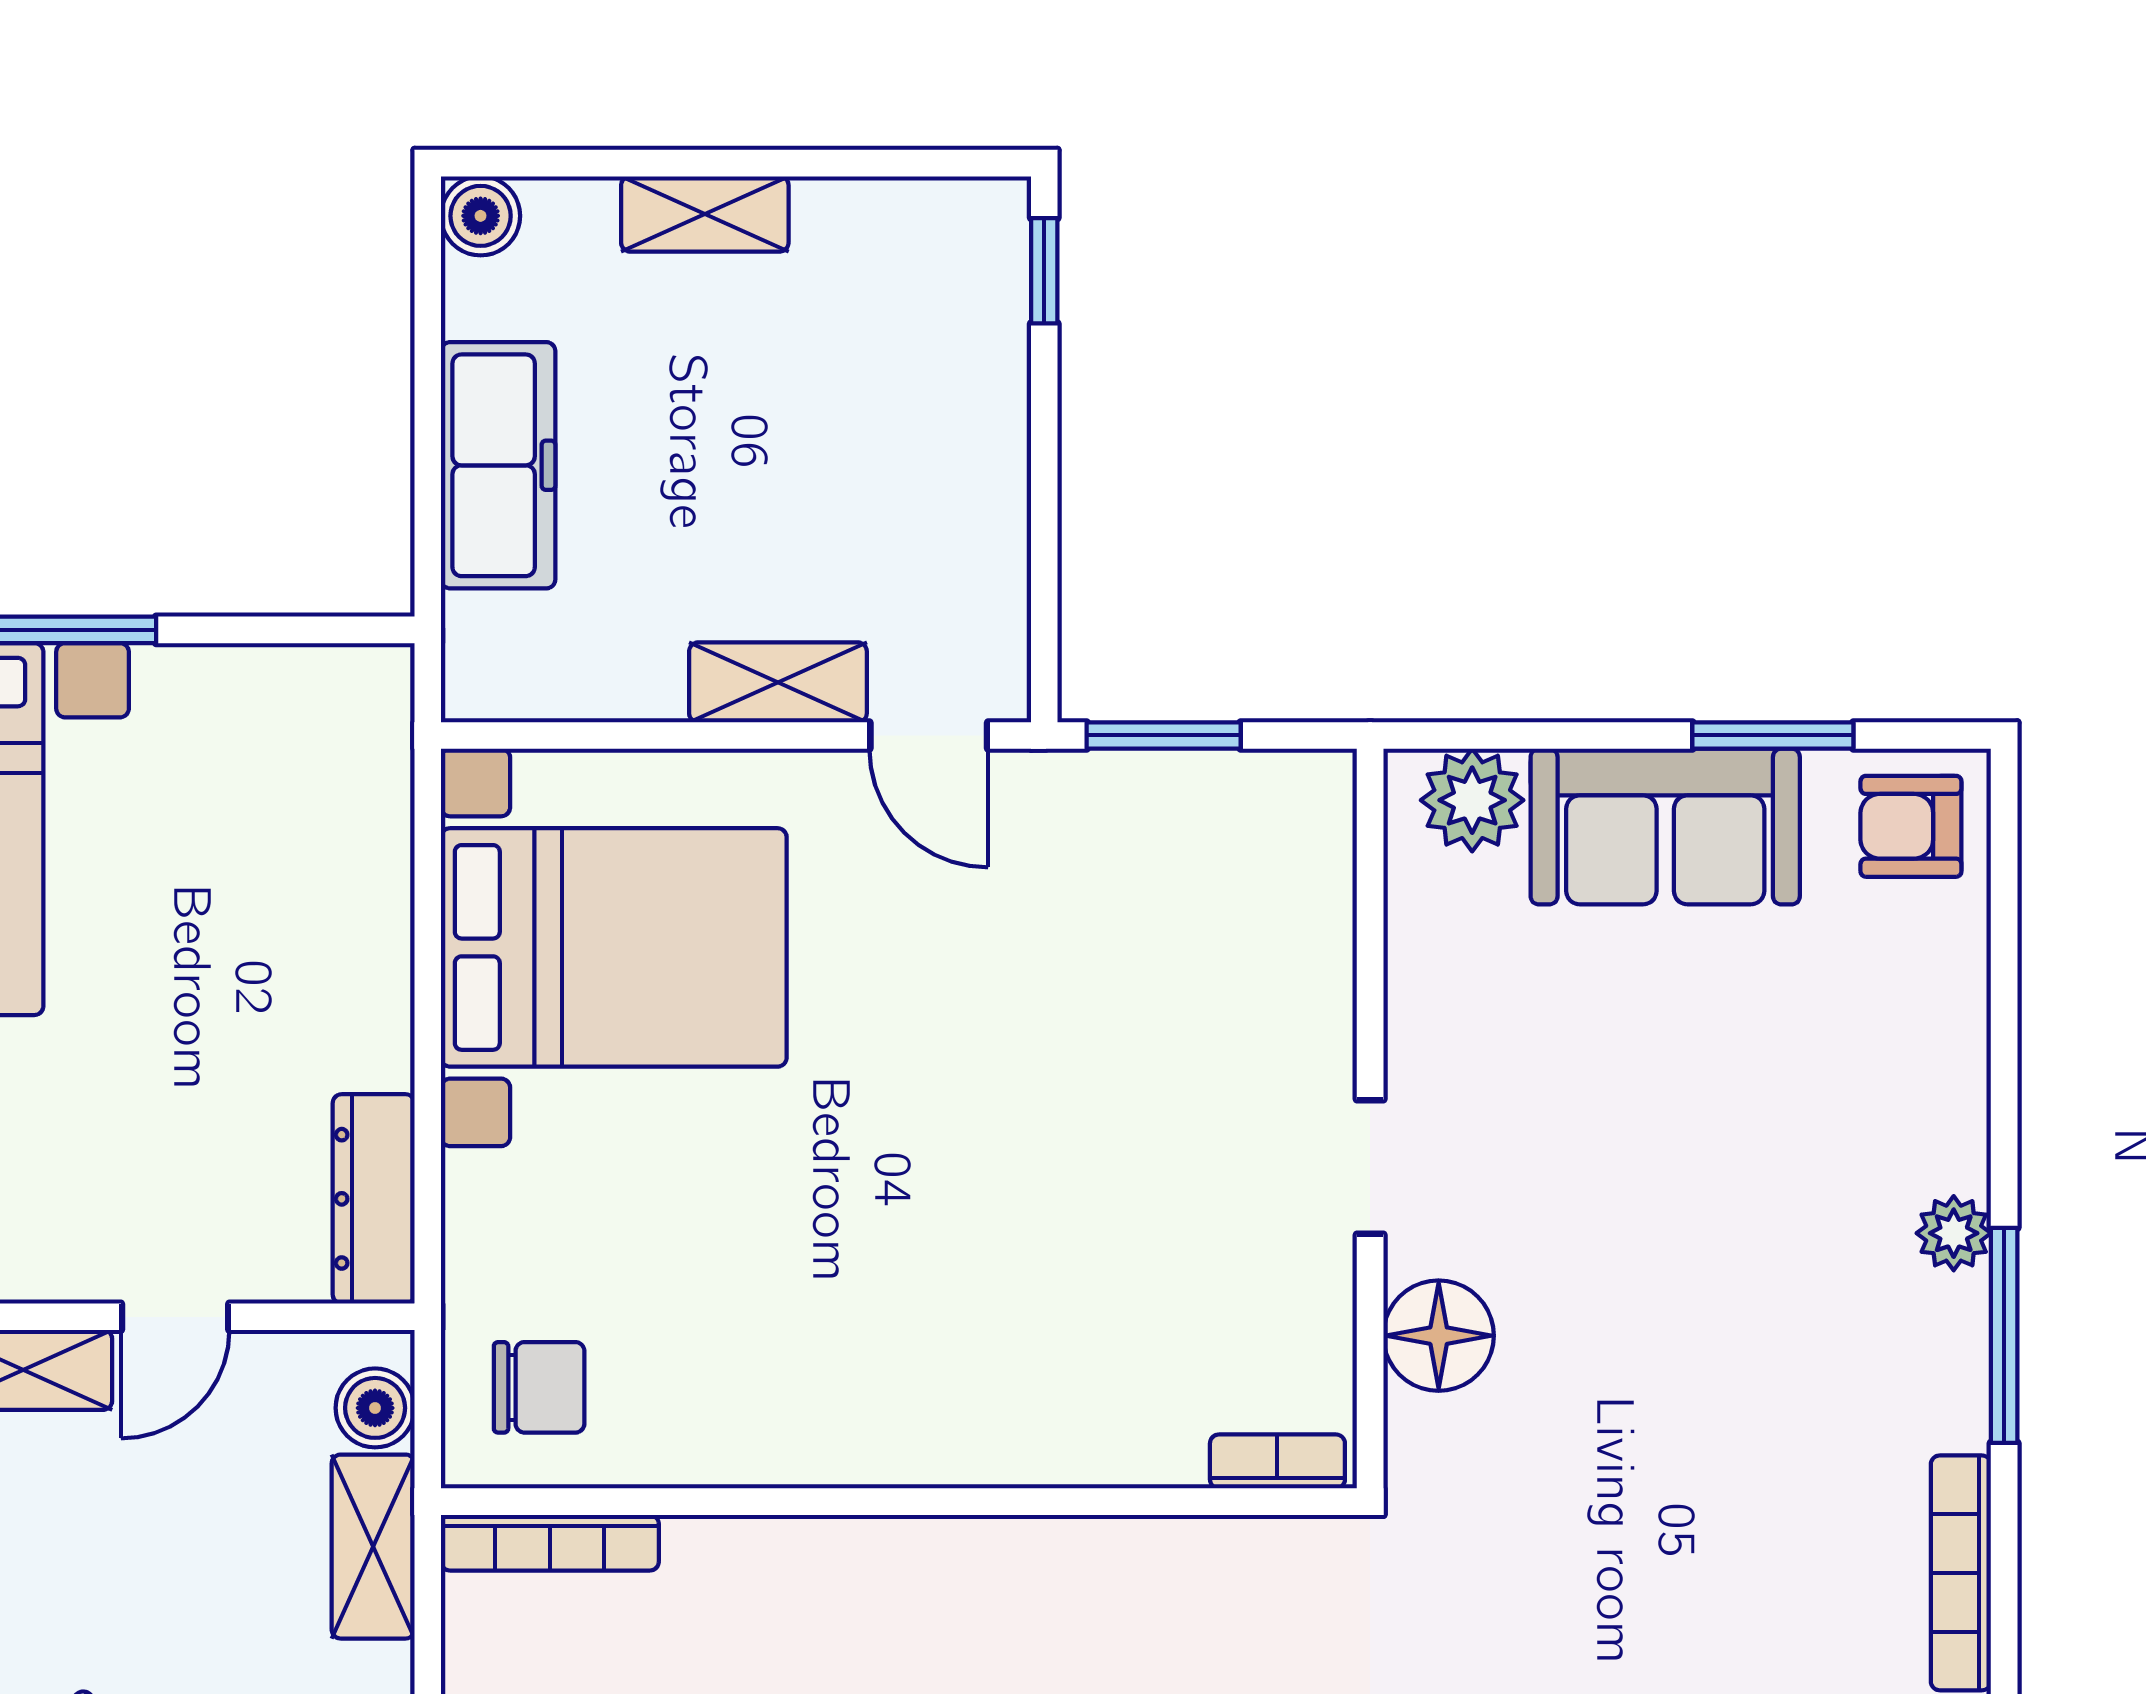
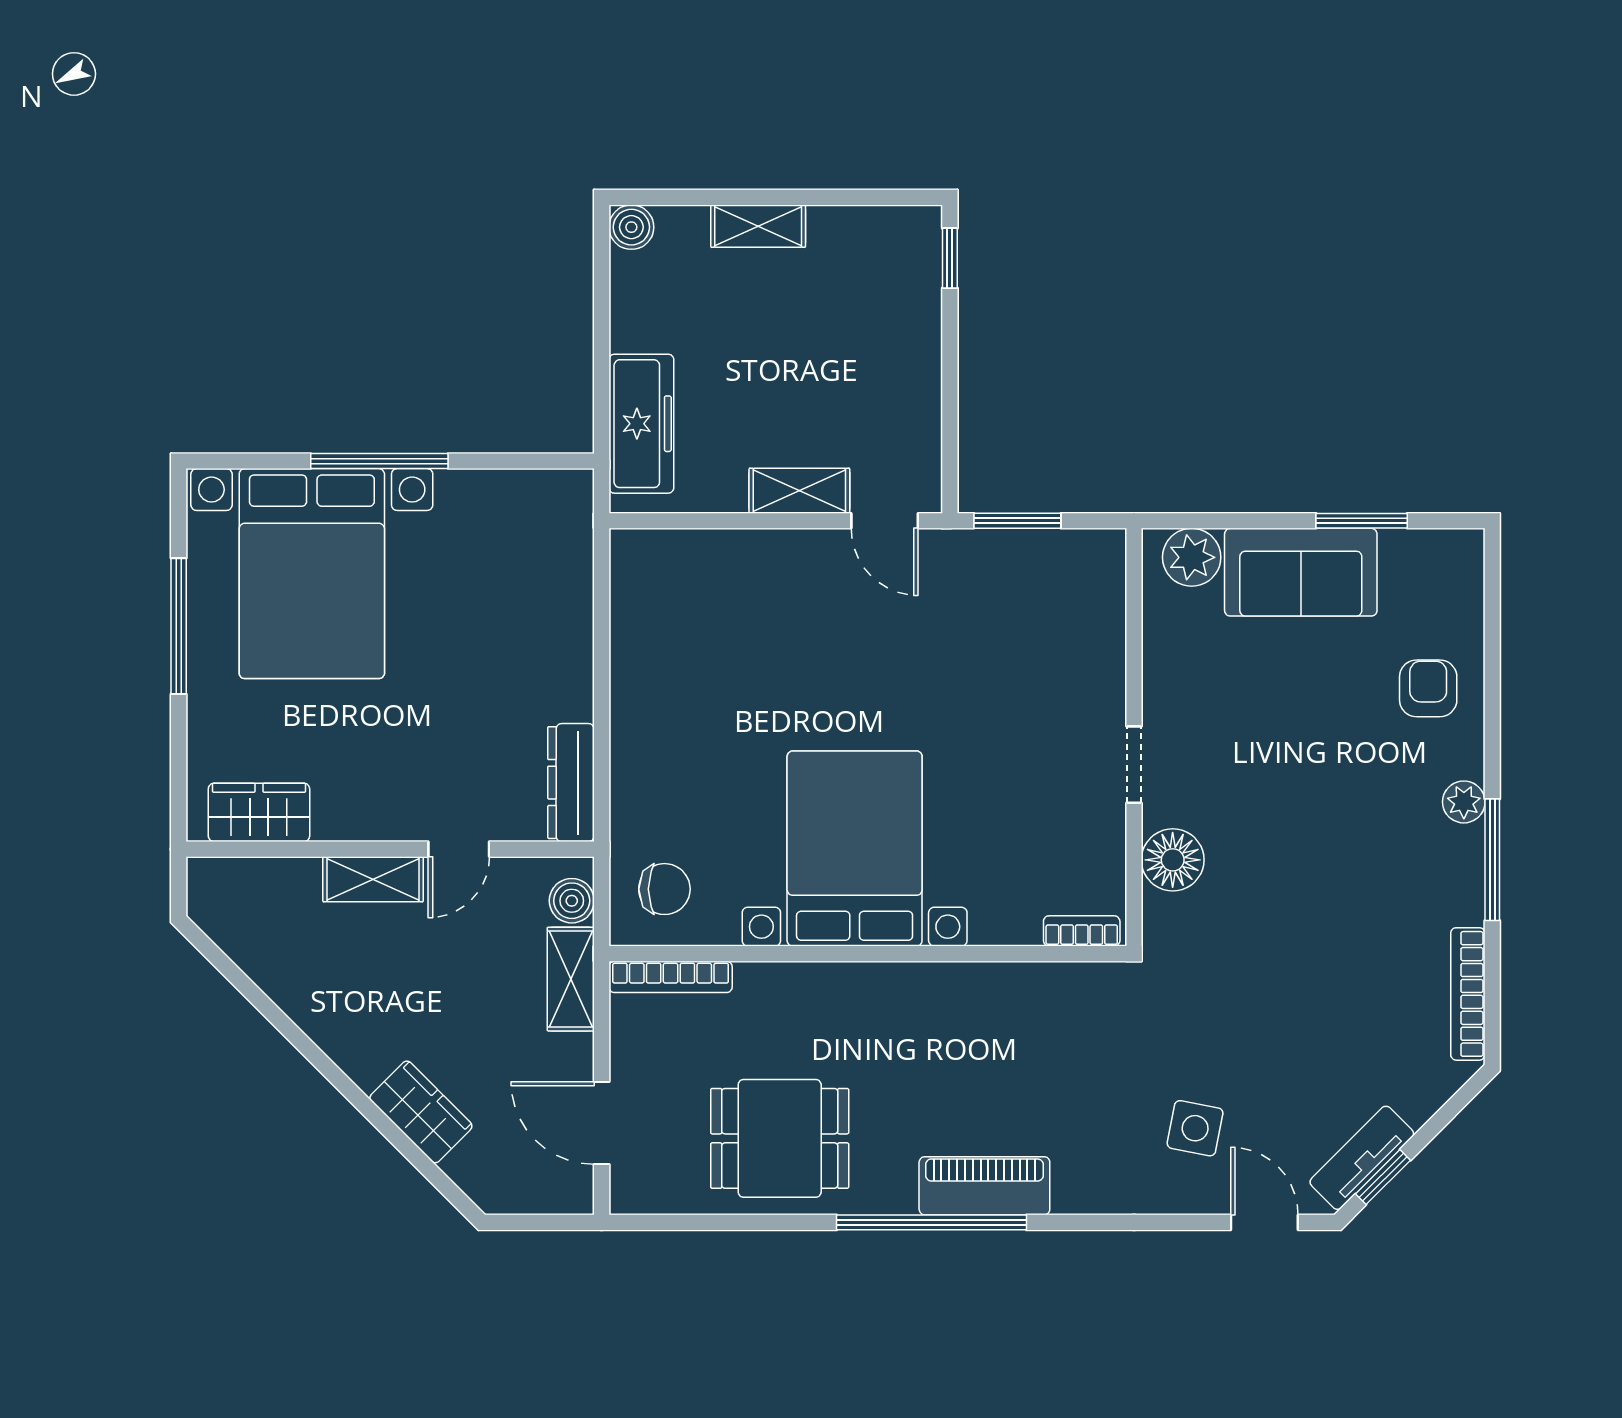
freezer: (498, 465) -> (641, 424), moved
armchair: (1911, 826) -> (1428, 688), moved, turned 90
bed with nightstands: (614, 947) -> (855, 849), moved, turned -90

